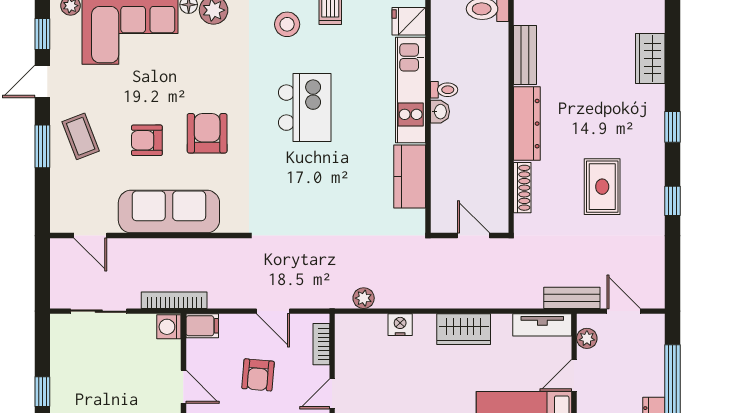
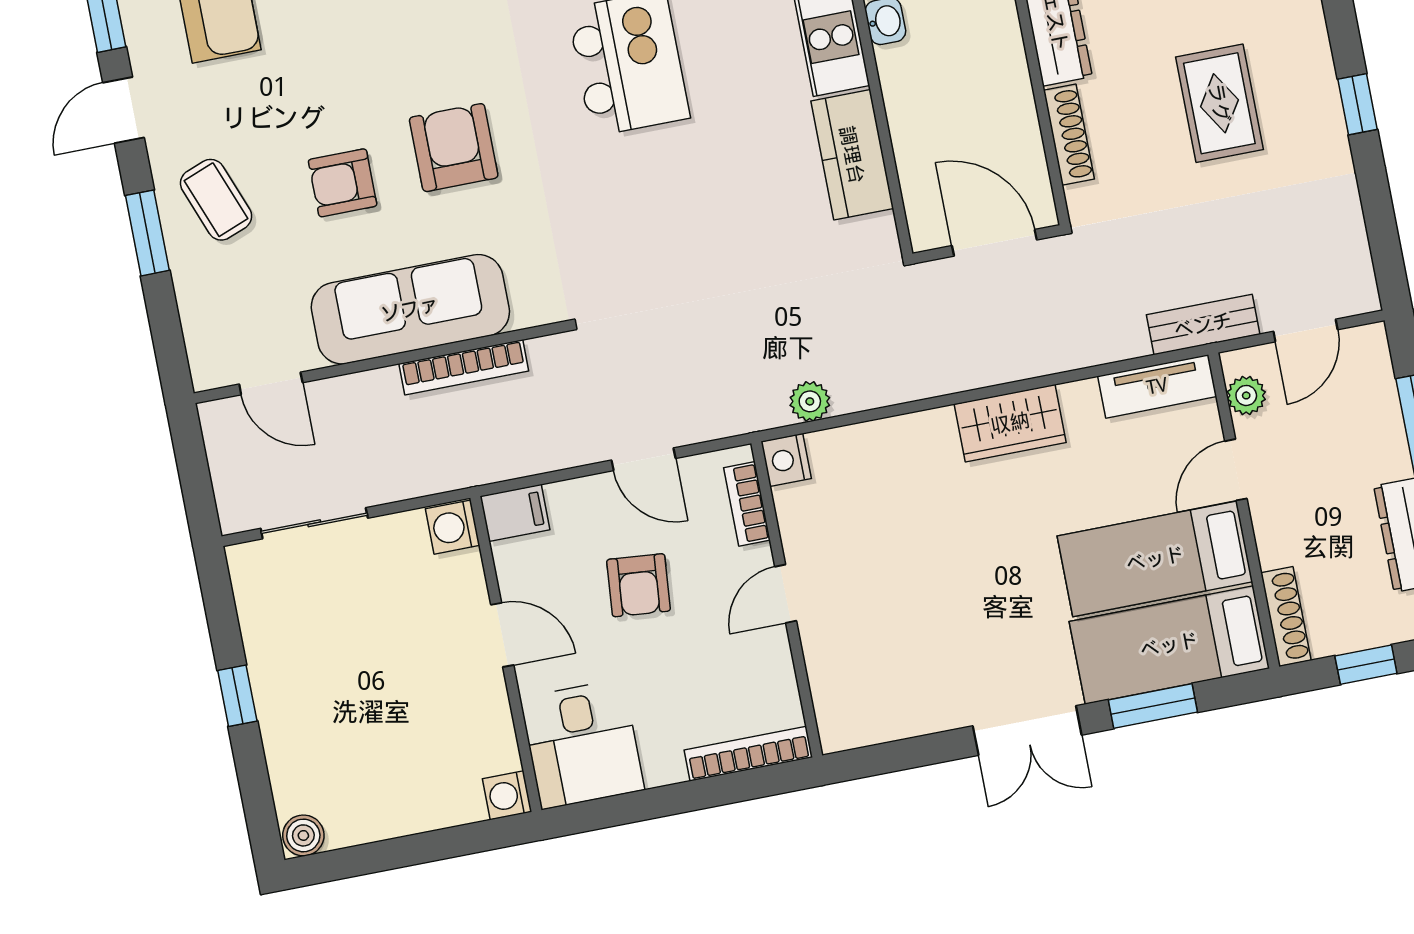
door: (473, 236) -> (994, 243), width x1.38
bookcase: (174, 300) -> (464, 367), moved, turned 180
door: (624, 311) -> (1306, 331), swing flipped
nightstand: (400, 325) -> (786, 460), moved, turned -90

